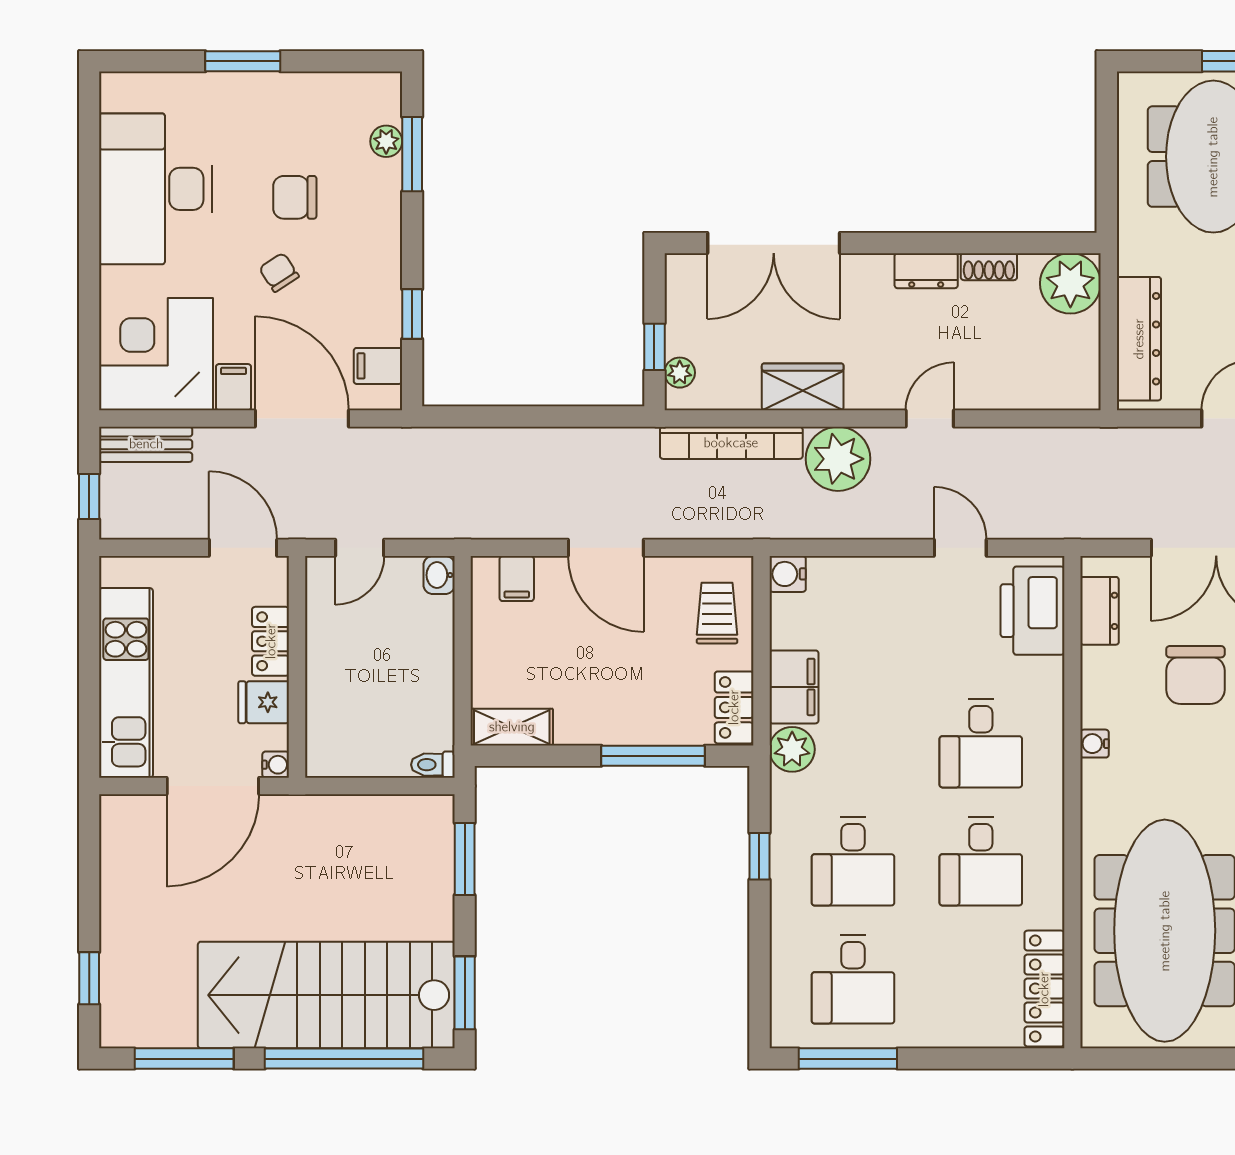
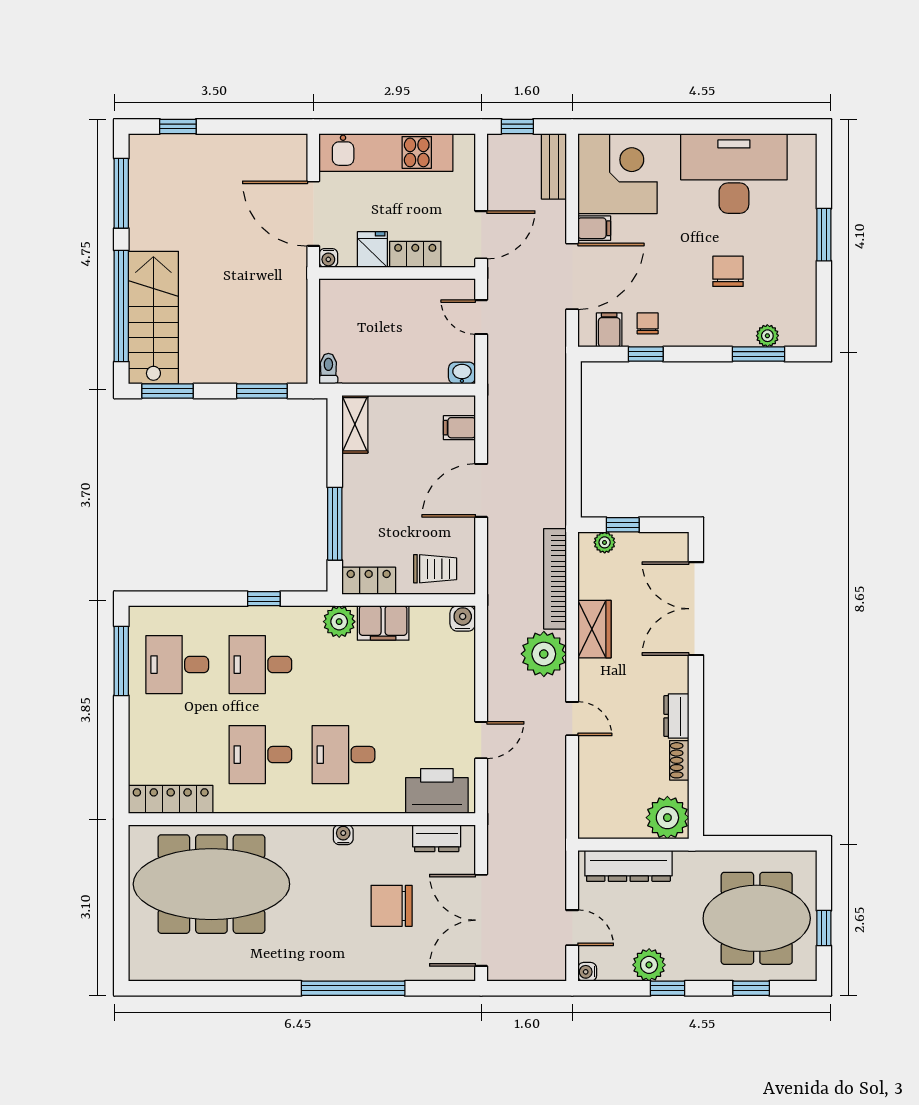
chair: (279, 272) -> (648, 323), moved, turned -57
stairs: (326, 995) -> (153, 318), width x0.73, depth x0.66

